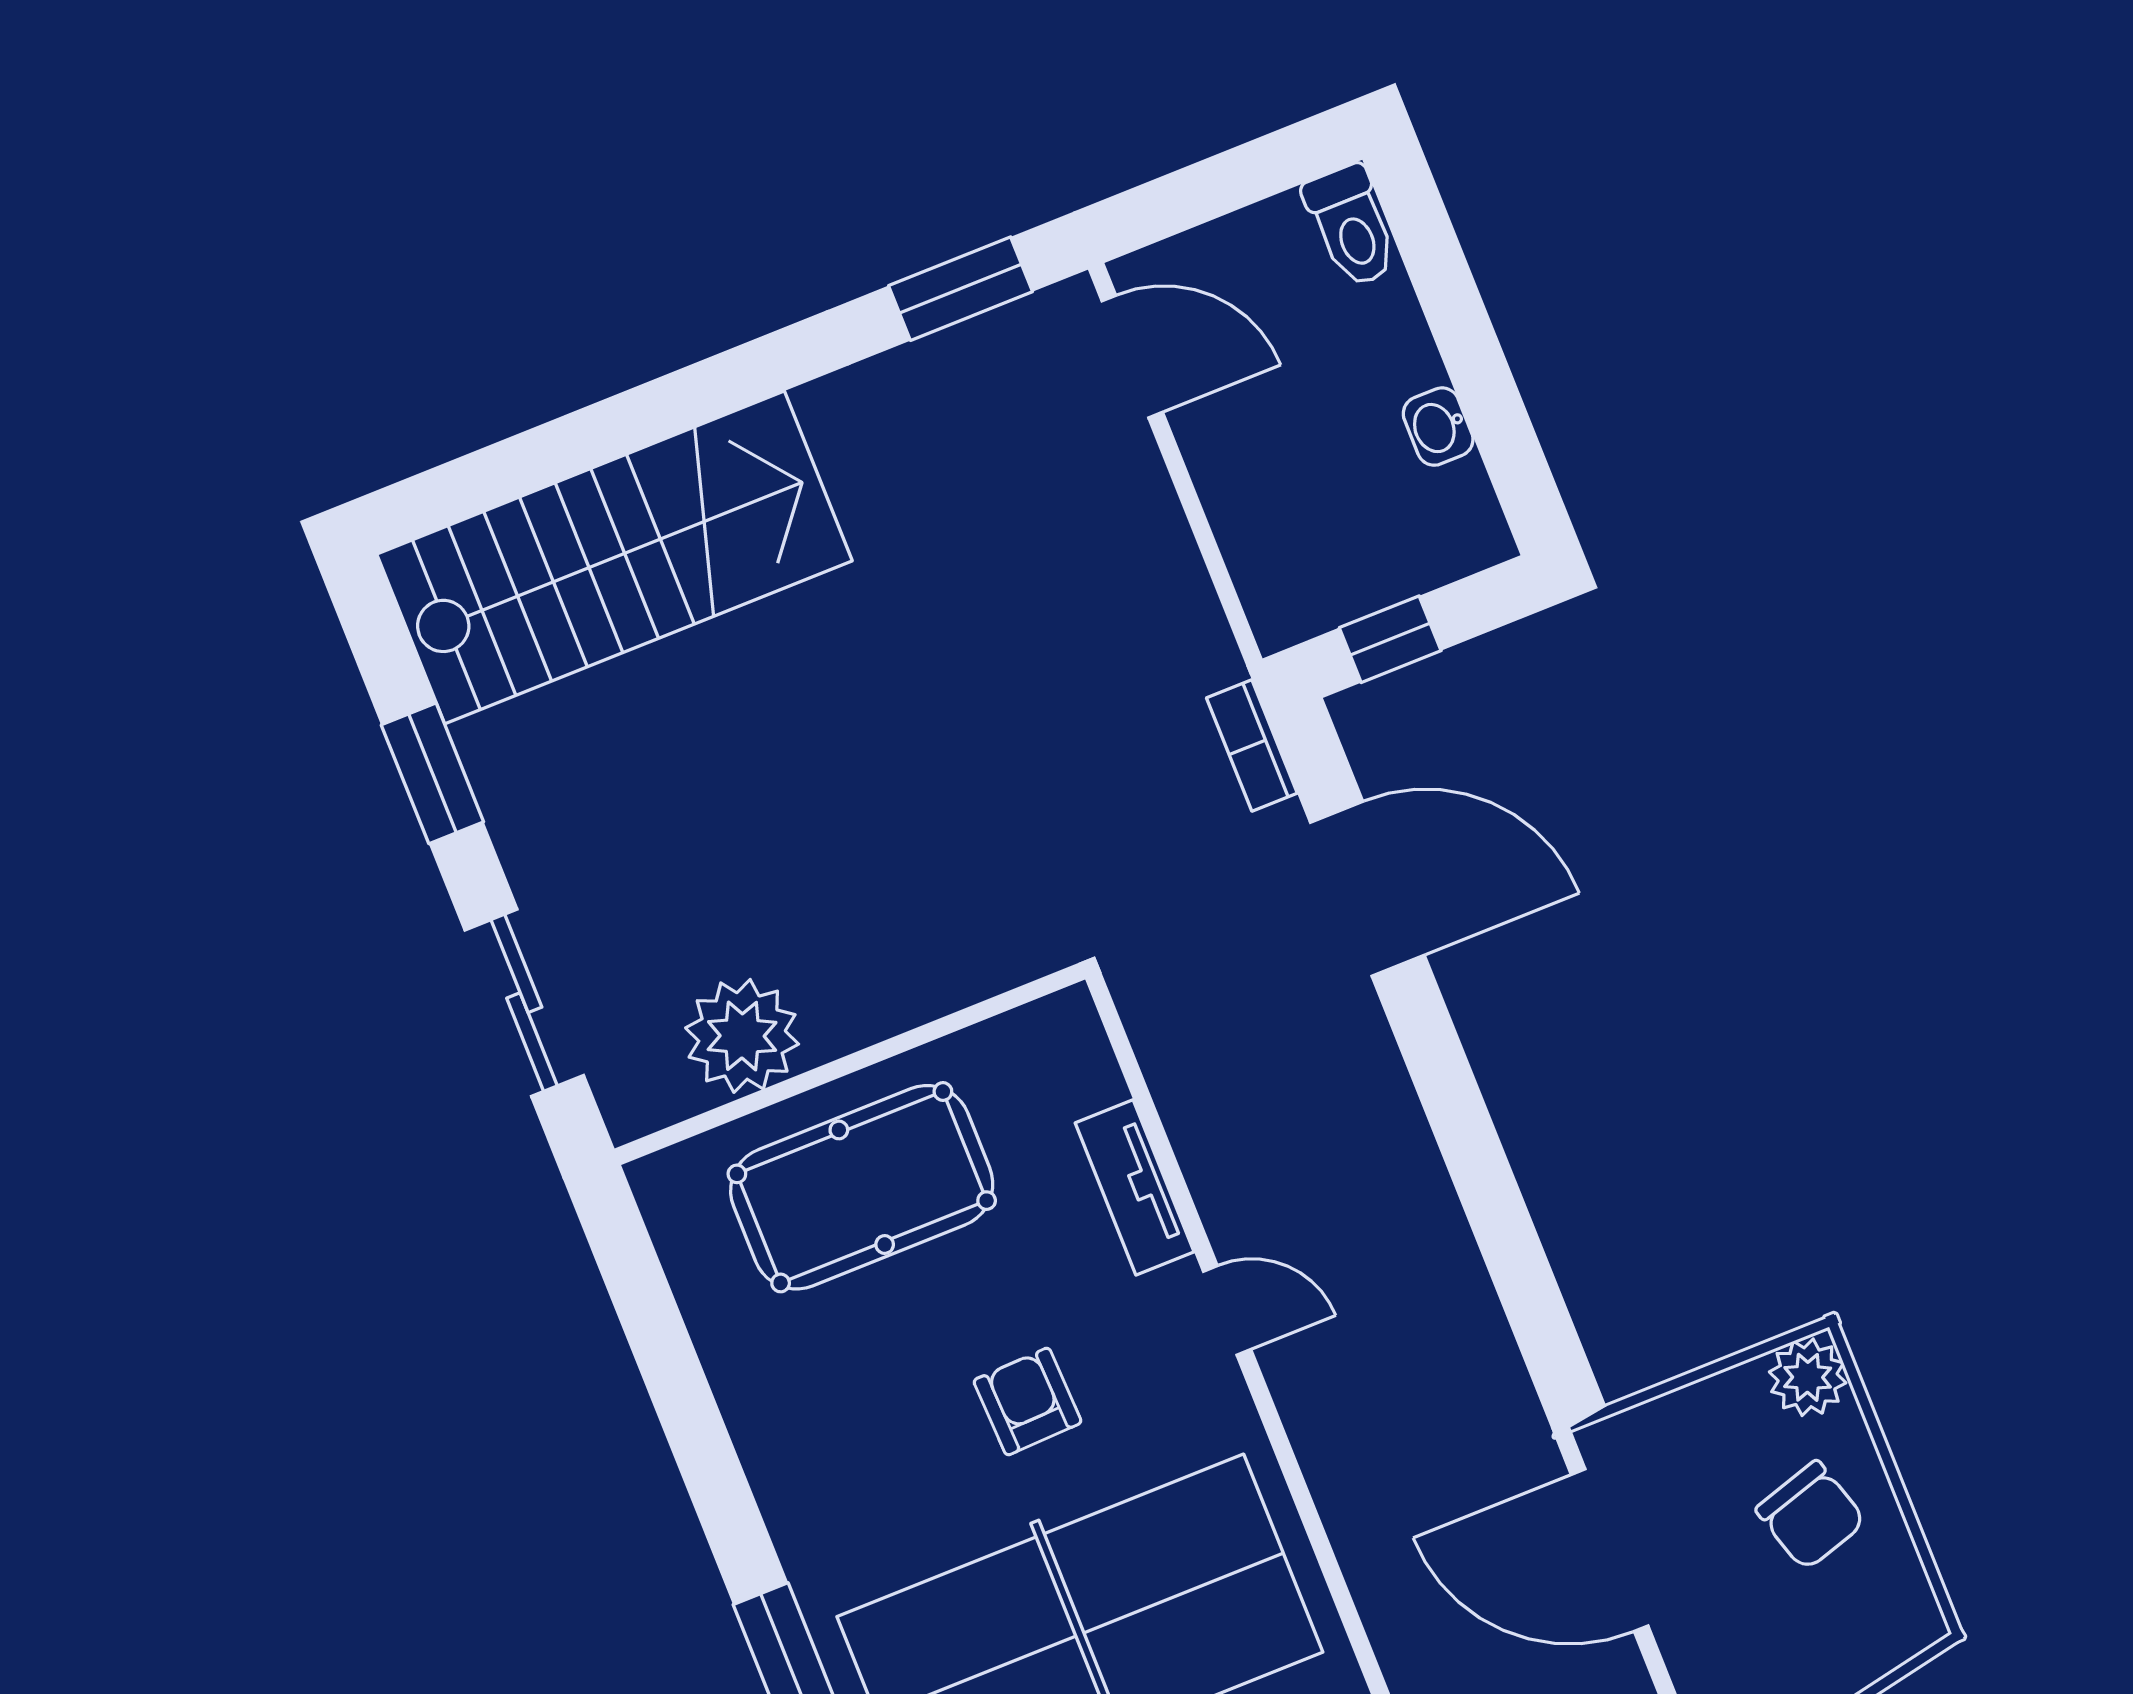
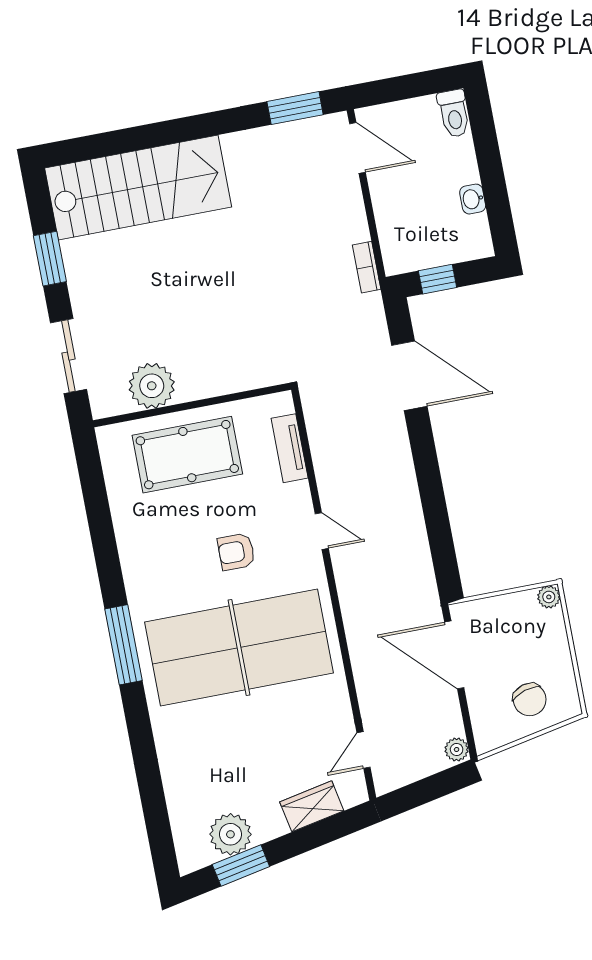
bookcase: (1252, 746) -> (367, 267), moved
tv unit: (1135, 1187) -> (290, 448), moved
plant: (1808, 1377) -> (549, 597), width x0.73, depth x0.73
armchair: (1028, 1401) -> (236, 552), turned -88
chair: (1811, 1515) -> (530, 700), moved

